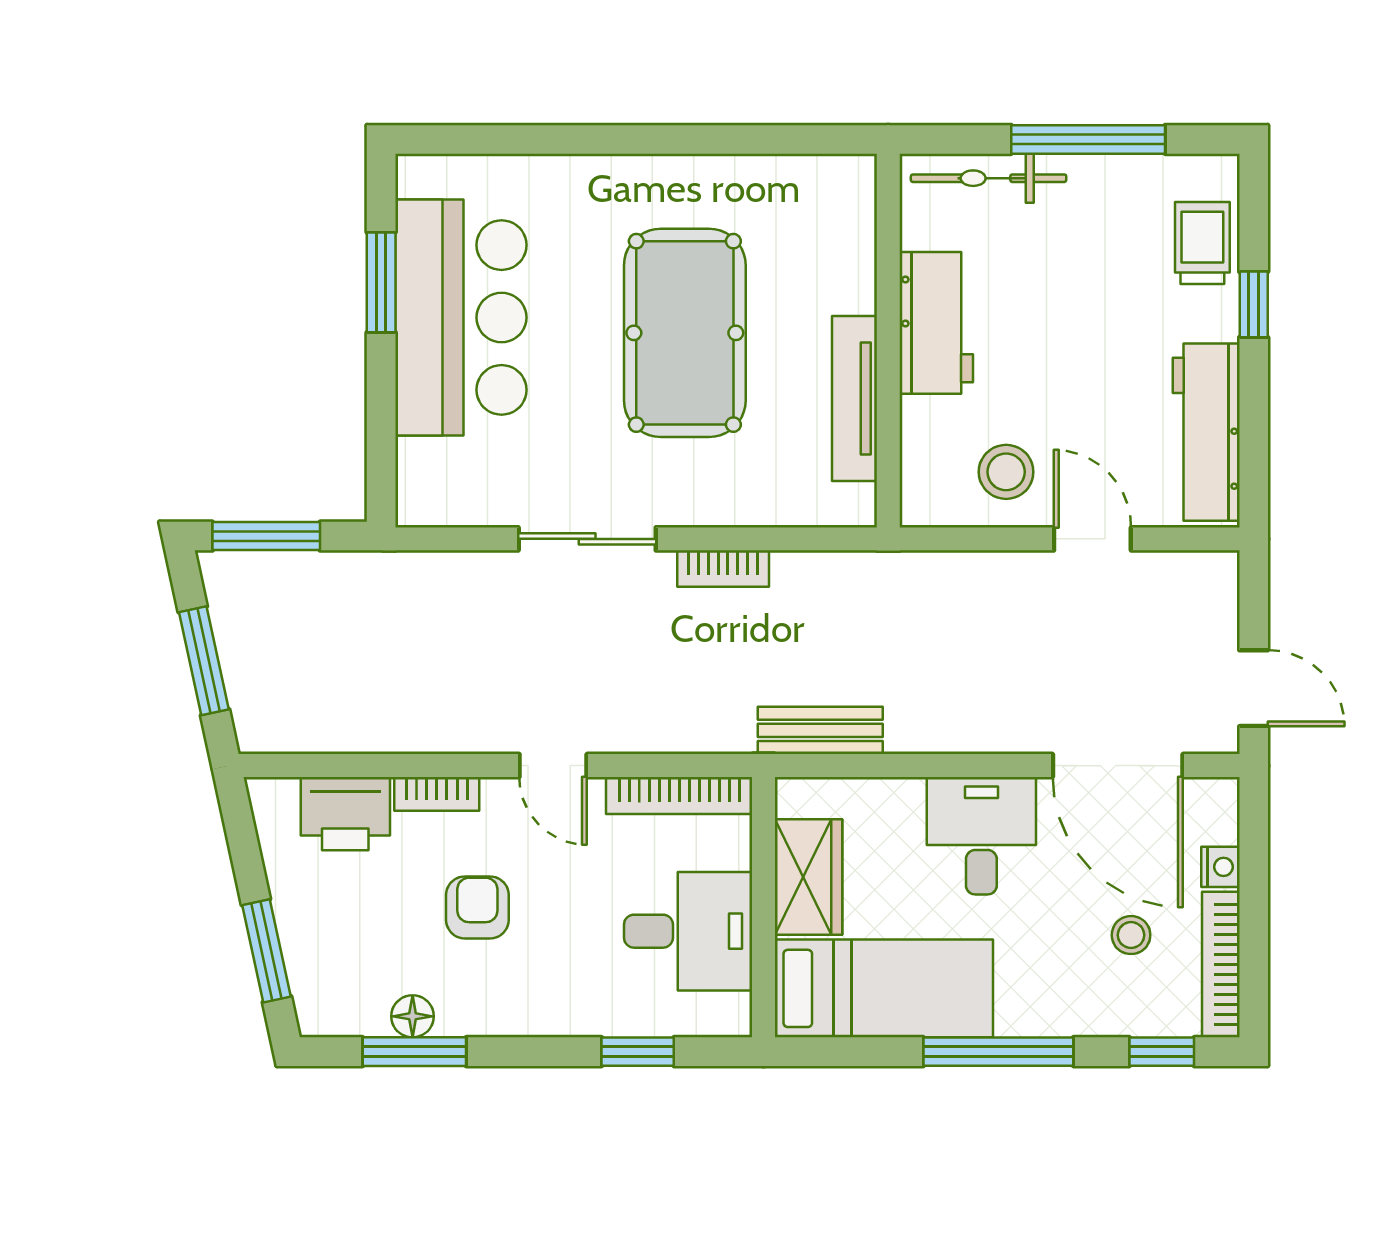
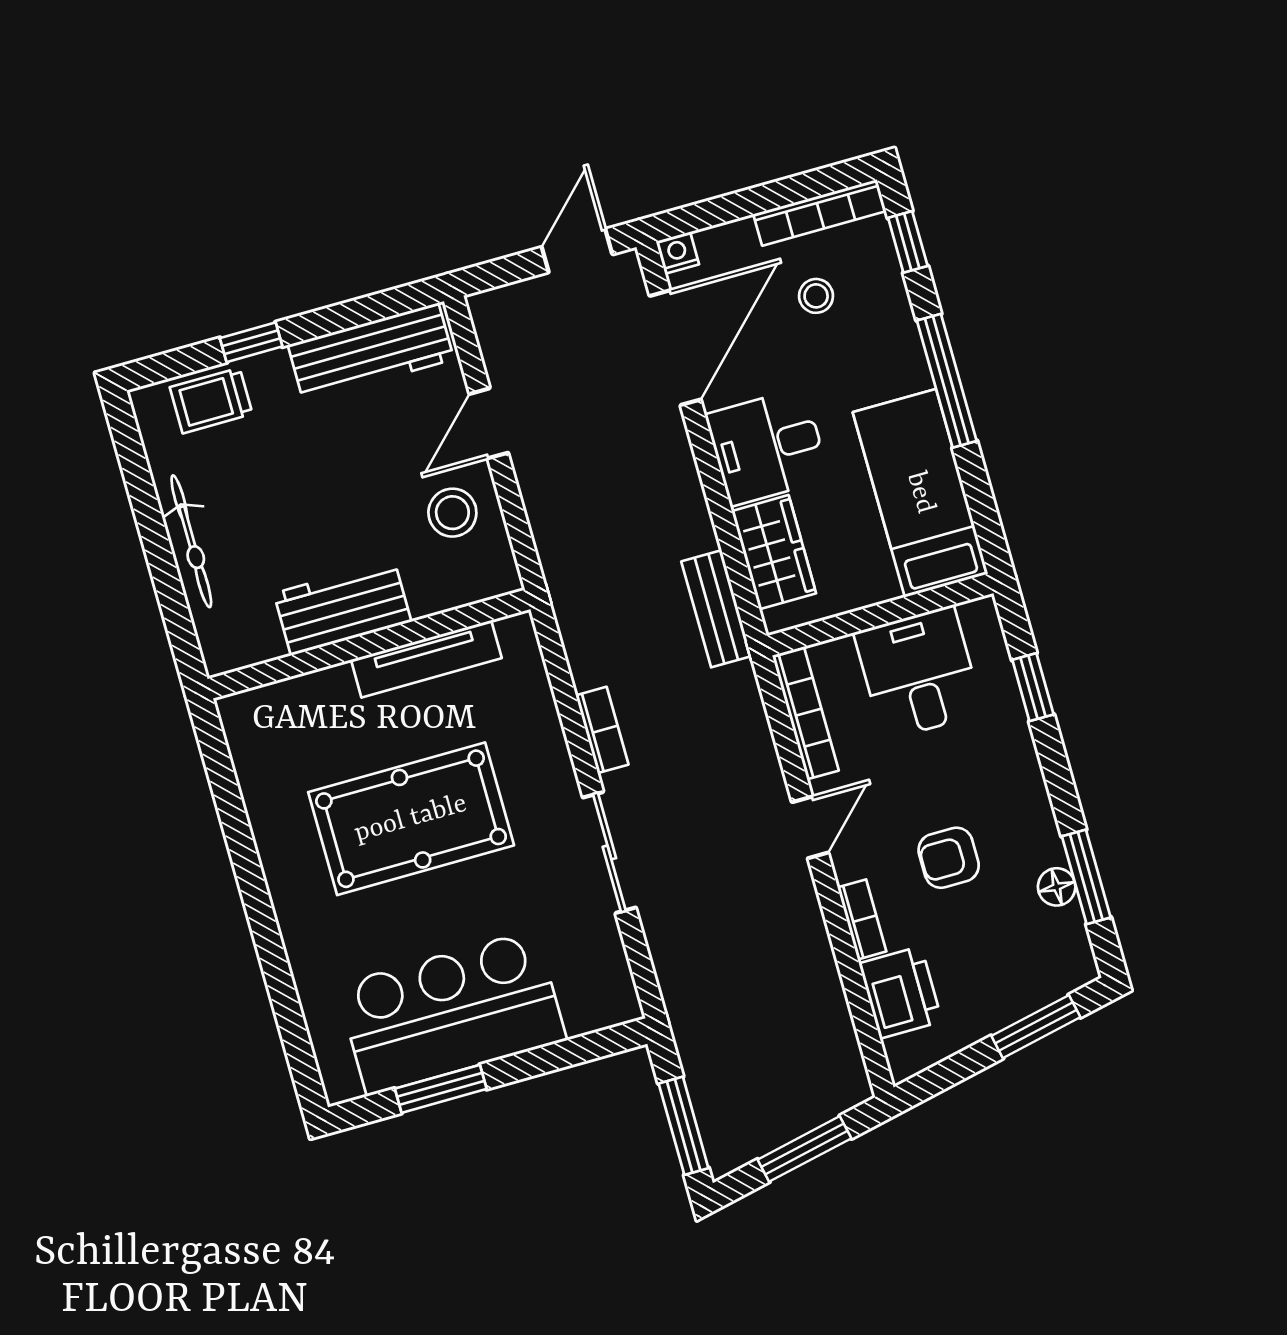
window: (1088, 139) -> (150, 522), removed
bicycle: (989, 178) -> (191, 541), moved
nightstand: (1220, 867) -> (678, 253), moved
wardrobe: (808, 877) -> (774, 552), moved, turned 90

